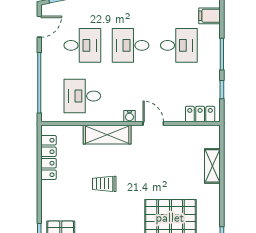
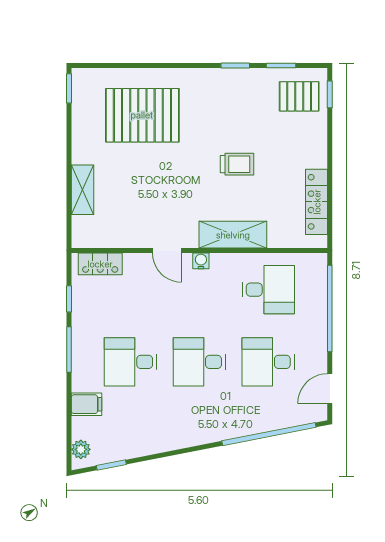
desk: (131, 45) -> (199, 362), turned 180

